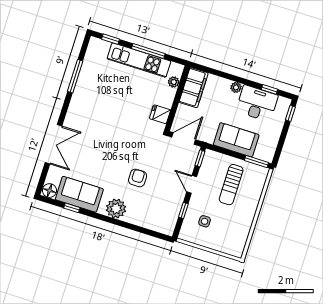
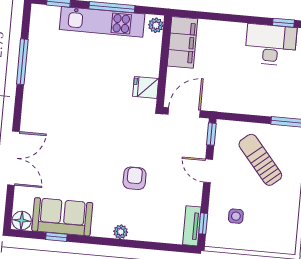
plant: (174, 82) -> (156, 25), moved
plant: (236, 87) -> (239, 30), removed
sofa: (236, 140) -> (254, 99), removed
sun lounger: (231, 185) -> (260, 160), turned 140
plant: (116, 209) -> (121, 232), width x0.53, depth x0.53
window: (183, 210) -> (203, 224), moved
tv unit: (171, 221) -> (192, 226), added

